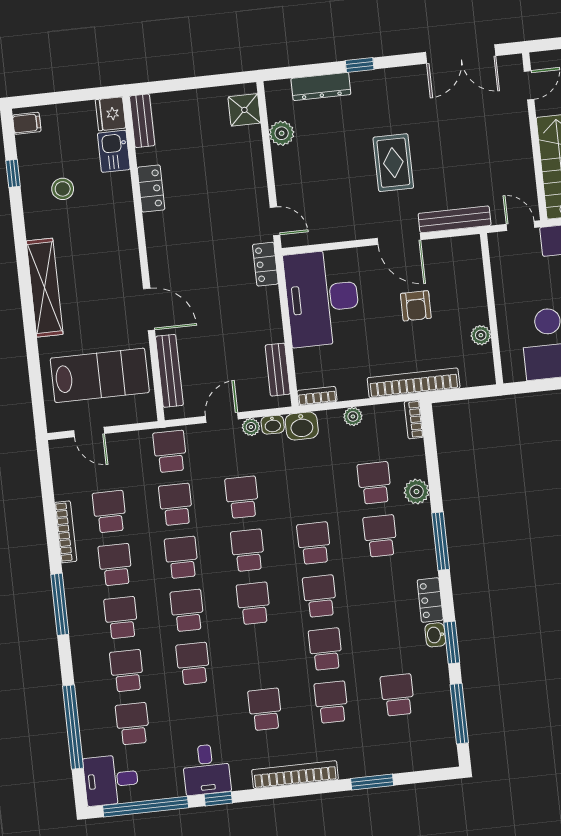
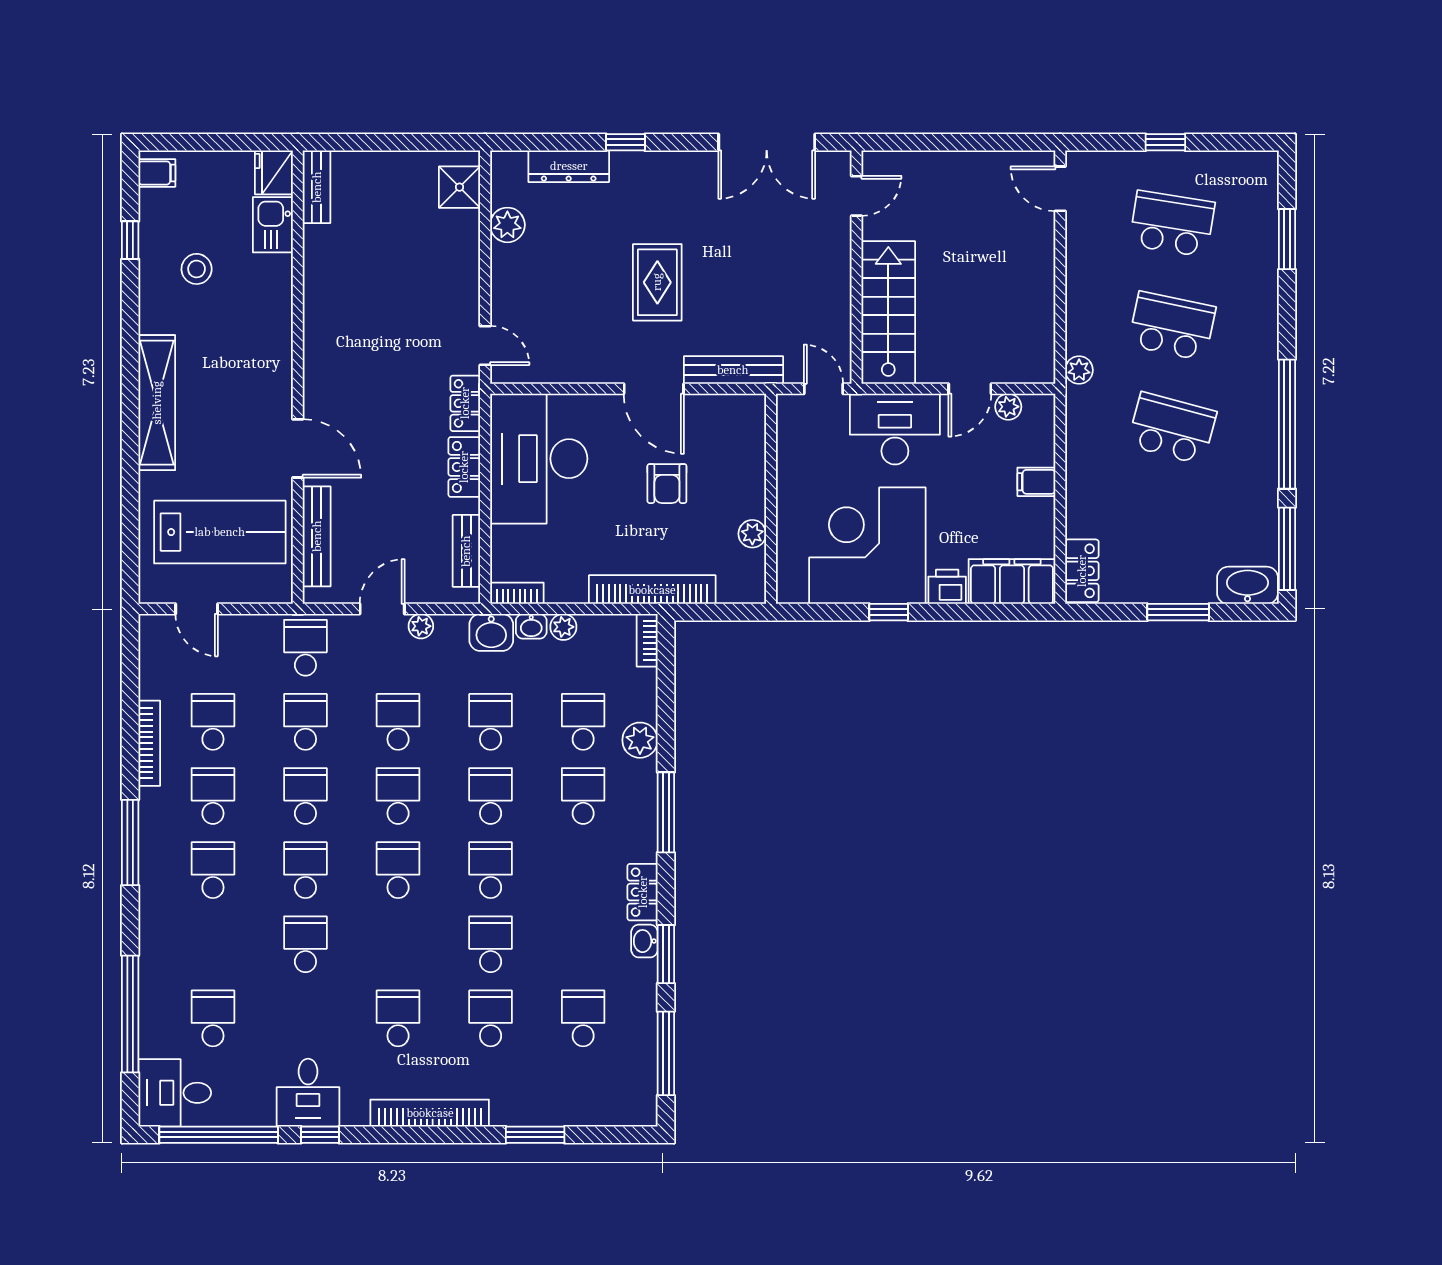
locker: (151, 189) -> (464, 467), moved, turned 180
washbasin: (273, 425) -> (531, 626), moved
school desk: (127, 671) -> (491, 722), moved

